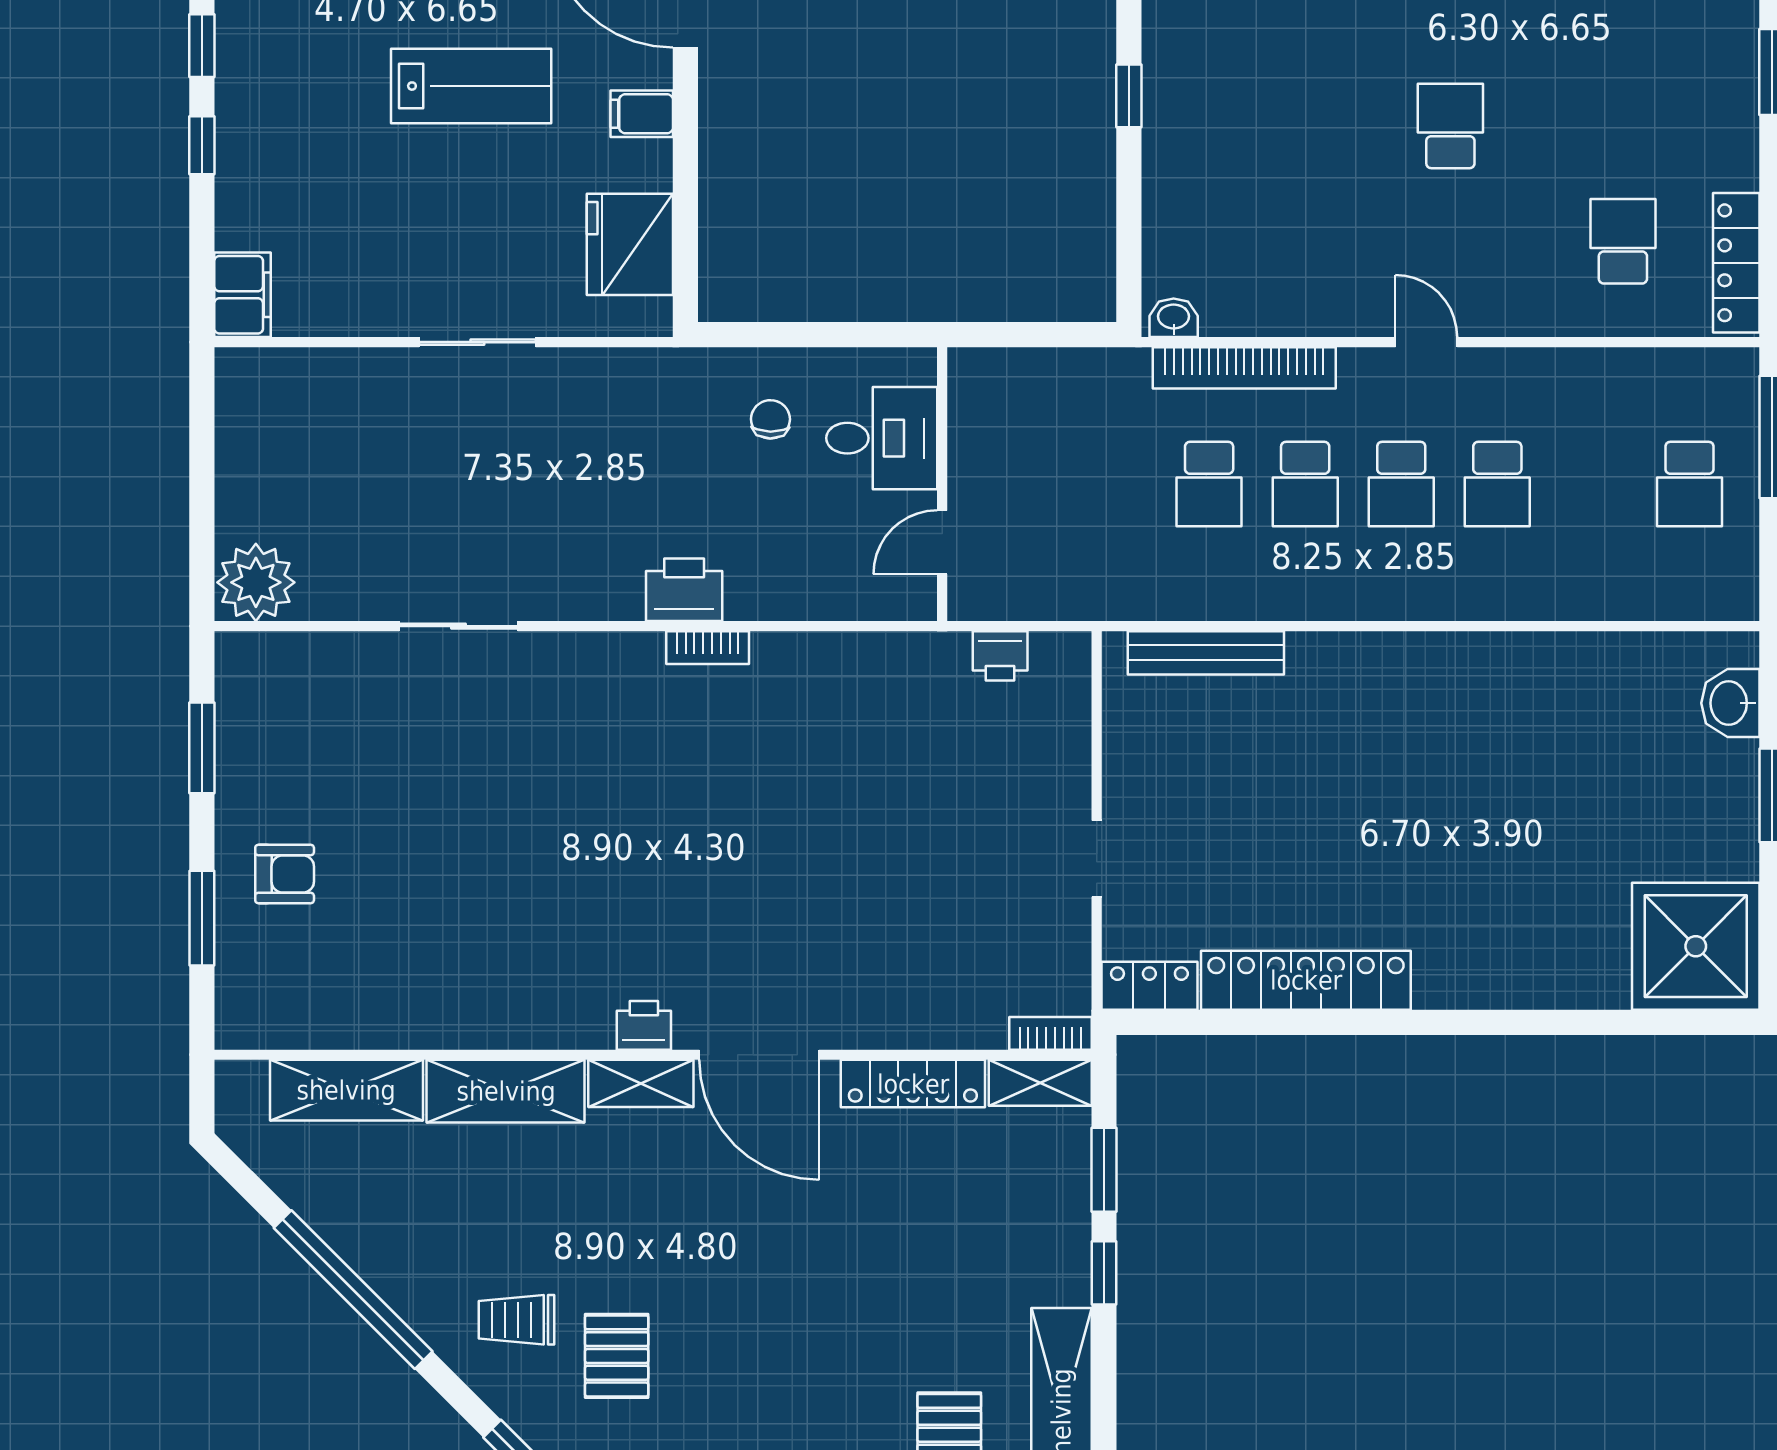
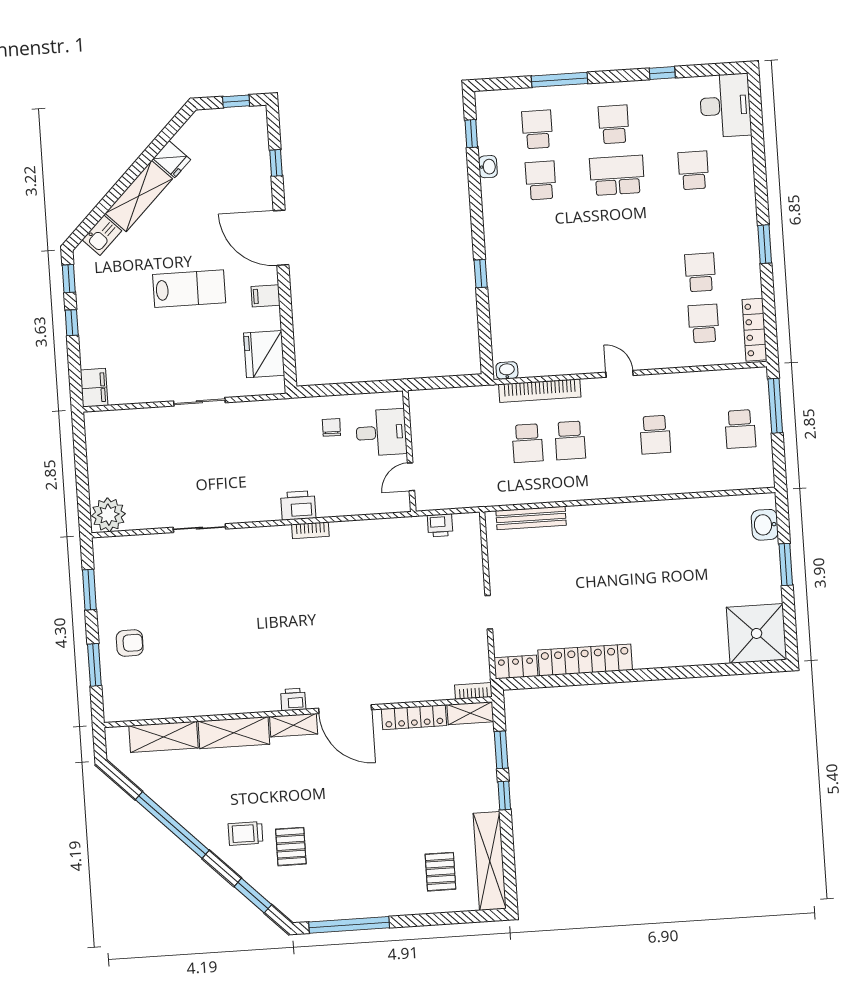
school desk: (1450, 126) -> (700, 272), moved
school desk: (1401, 484) -> (613, 438), removed

